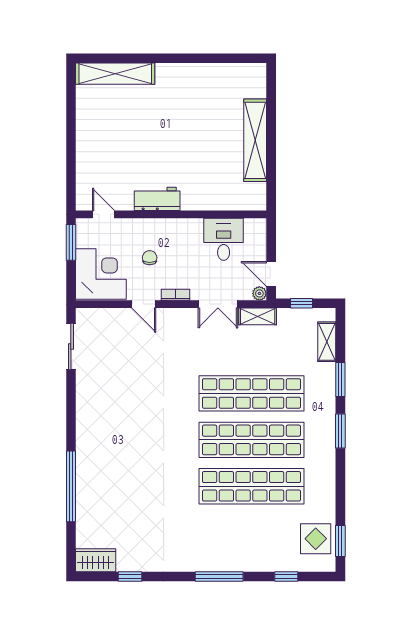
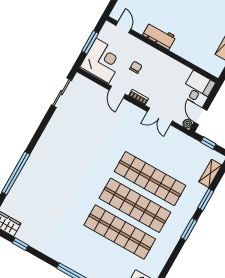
desk: (224, 239) -> (198, 88), moved
window: (71, 242) -> (90, 42), moved
shelving: (258, 316) -> (179, 136), removed

